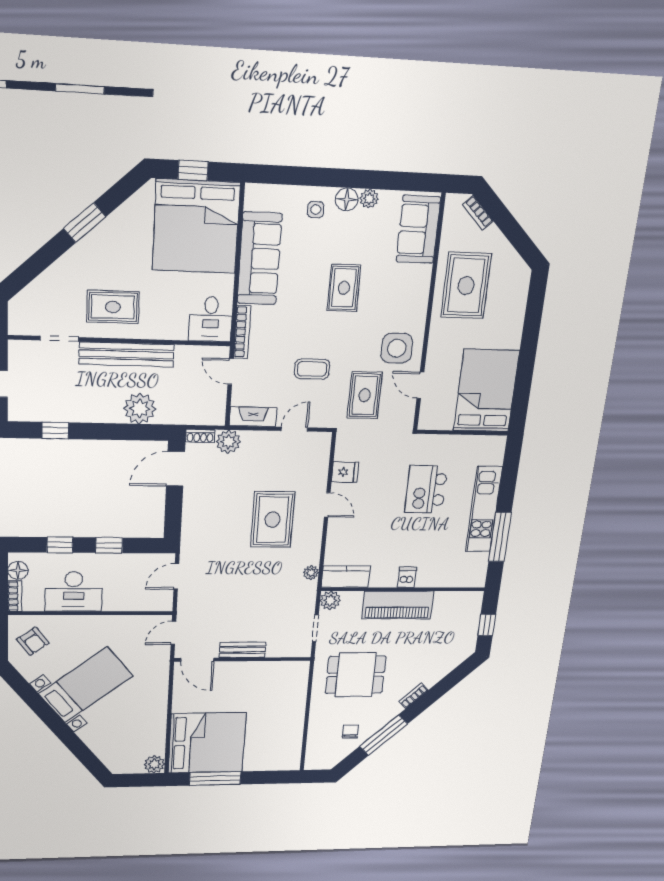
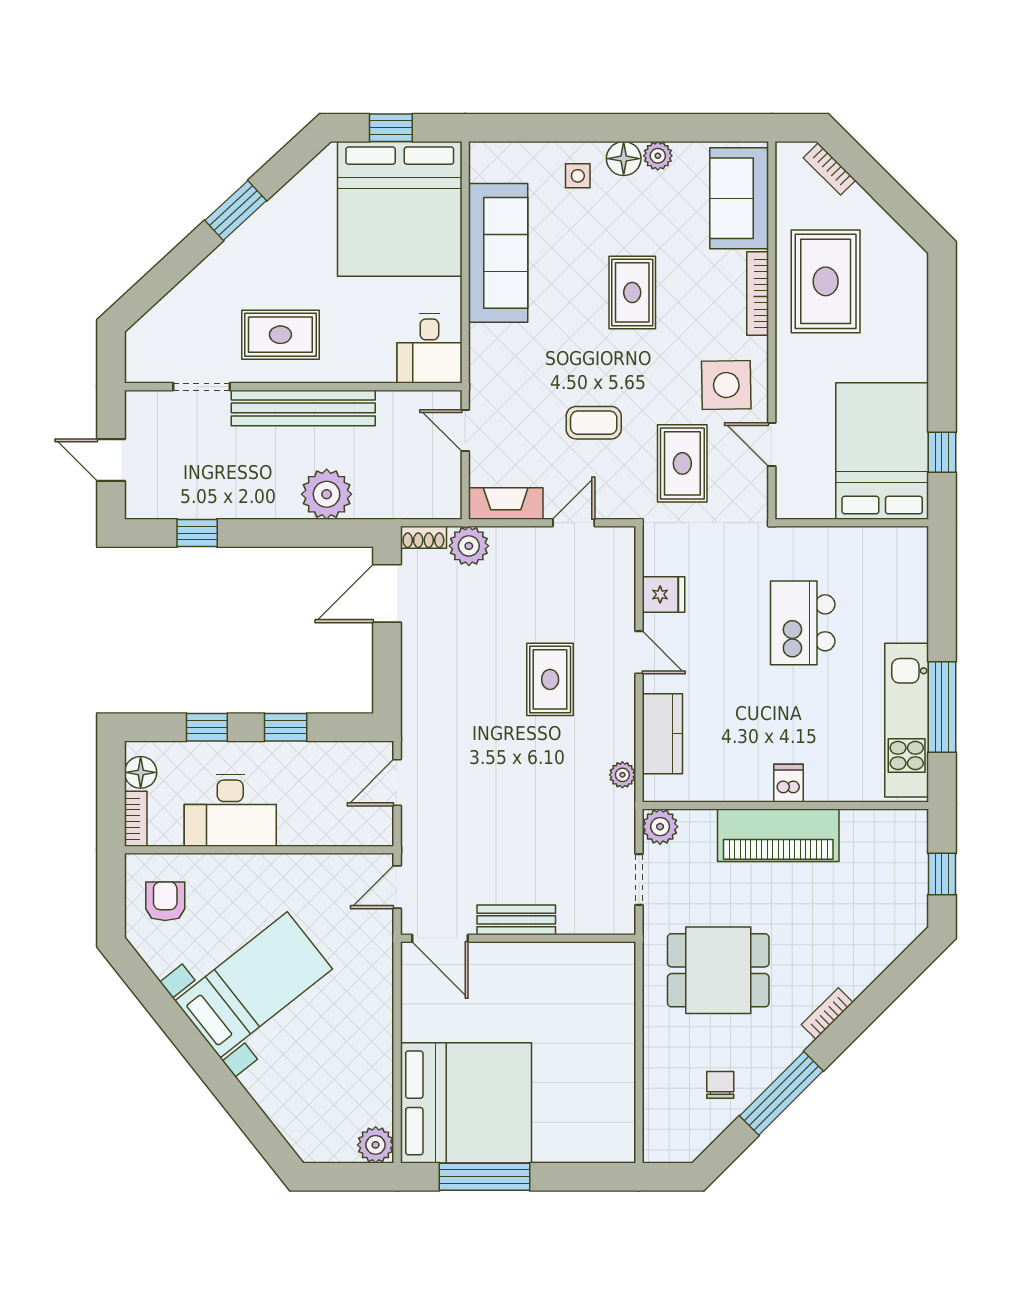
bookcase: (242, 332) -> (758, 294), moved, turned 180
window: (522, 393) -> (942, 452), added
kitchen unit: (484, 509) -> (907, 720), moved
rug: (273, 520) -> (550, 679), width x0.73, depth x0.70
kitchen counter: (346, 577) -> (662, 734), moved, turned 90
armchair: (33, 641) -> (165, 901), turned -143

